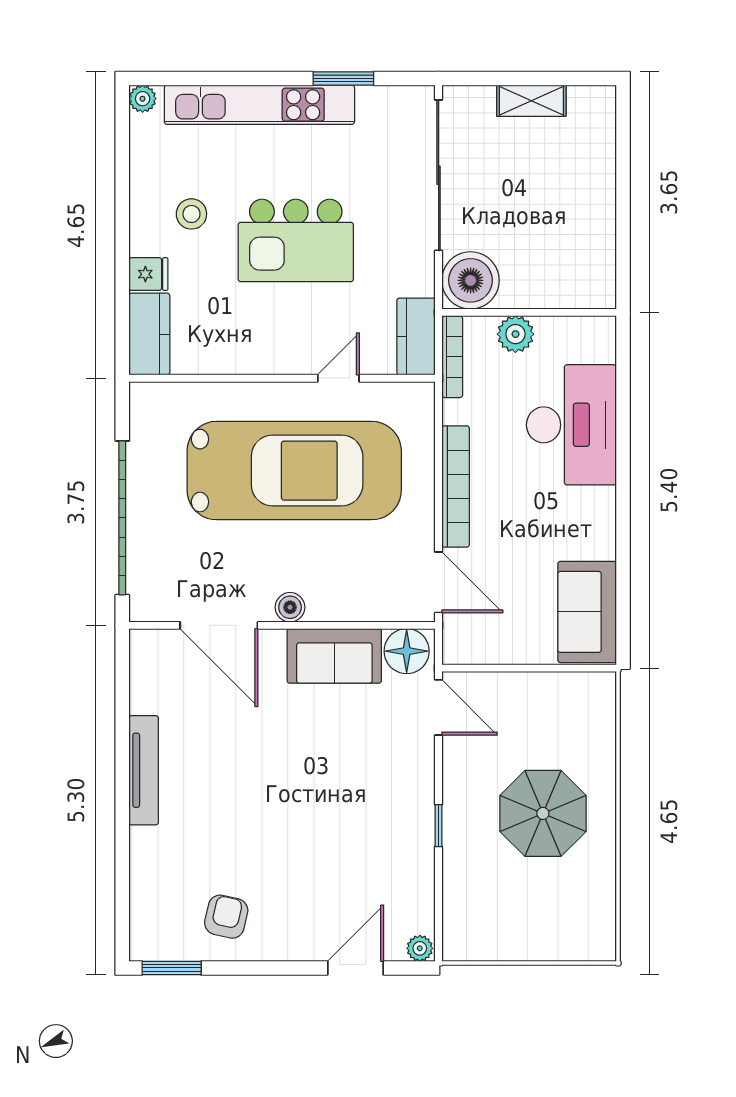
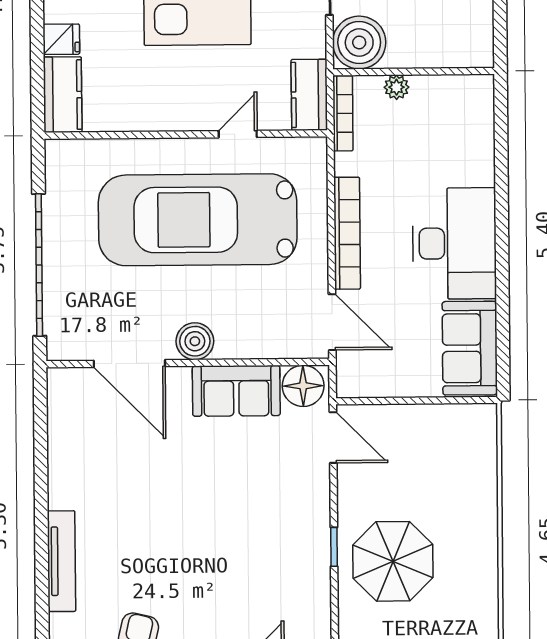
plant: (515, 334) -> (397, 87), width x0.73, depth x0.73
desk: (571, 425) -> (454, 243), moved
car: (294, 471) -> (198, 220), turned 180
boiler: (290, 607) -> (195, 341), width x1.36, depth x1.36
tv unit: (144, 770) -> (61, 561), moved
parasol: (543, 813) -> (393, 561), moved

